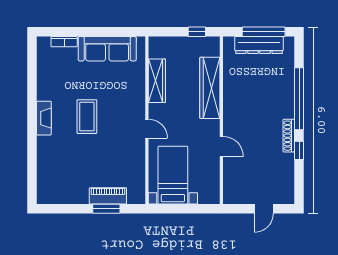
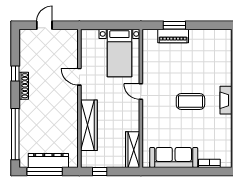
wardrobe: (157, 81) -> (133, 150), moved
window: (299, 99) -> (15, 134), moved
coffee table: (87, 117) -> (190, 101), turned 90

